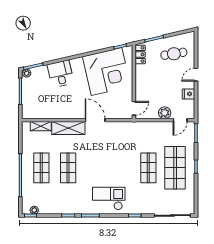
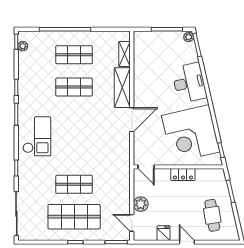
locker: (140, 54) -> (183, 174), moved
desk: (61, 74) -> (189, 83), width x1.37

